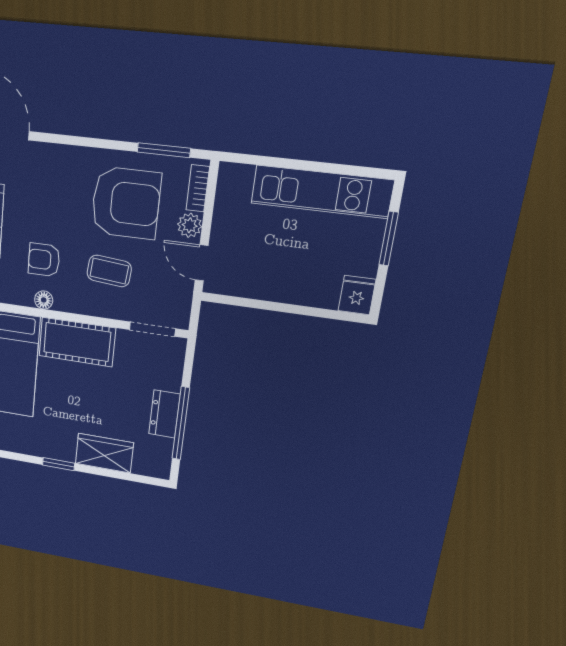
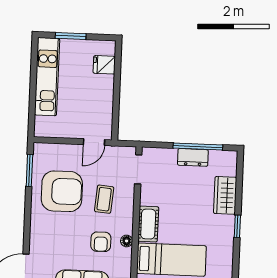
bookcase: (198, 188) -> (50, 148), removed
armchair: (126, 203) -> (62, 191), turned 90
plant: (190, 225) -> (72, 151), removed
fridge: (357, 295) -> (104, 65), moved
cot: (77, 342) -> (148, 224), width x0.73, depth x0.75

